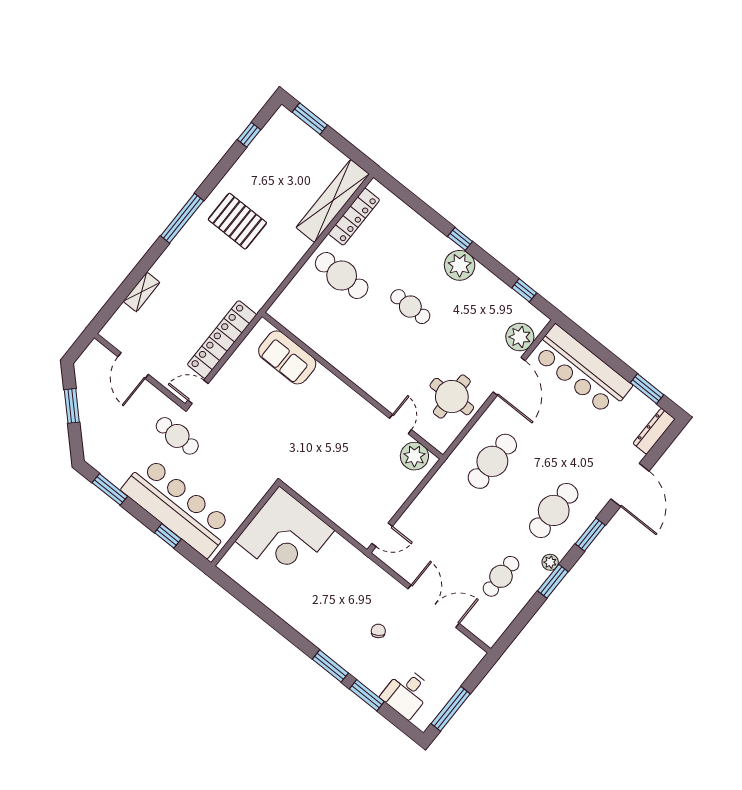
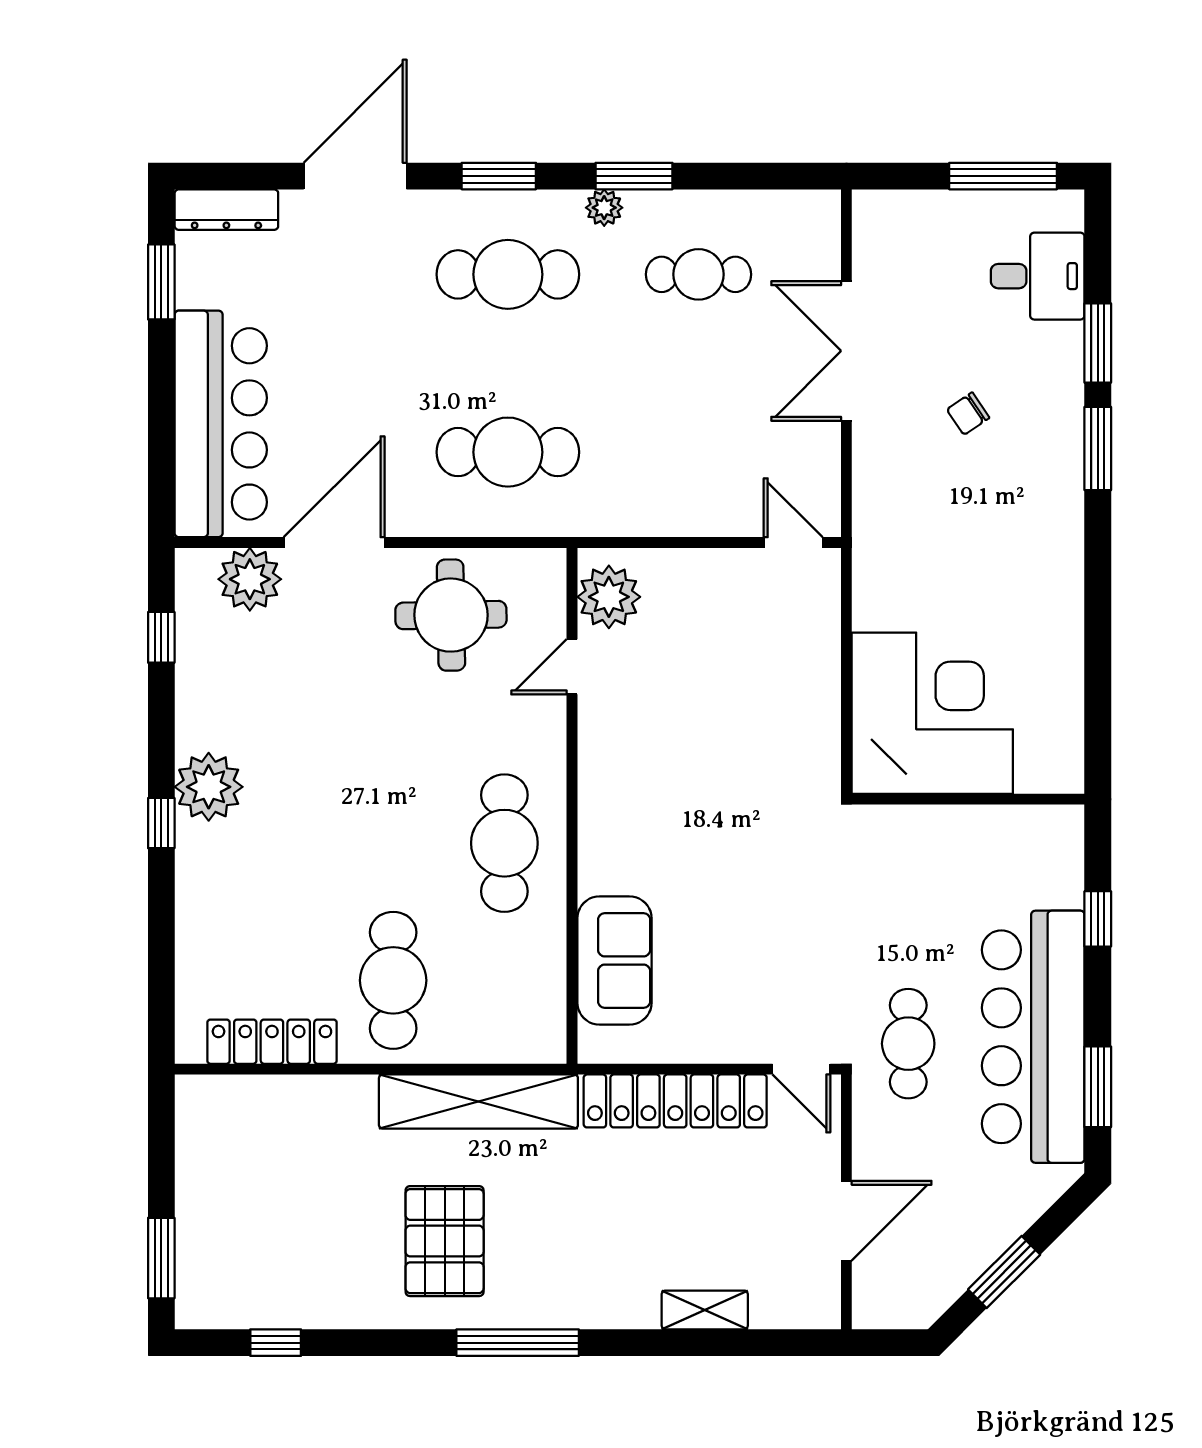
shelving: (333, 201) -> (478, 1102), moved
cafe table: (410, 307) -> (504, 843), moved, width x1.37, depth x1.35
bar counter: (178, 507) -> (1033, 1037), moved

